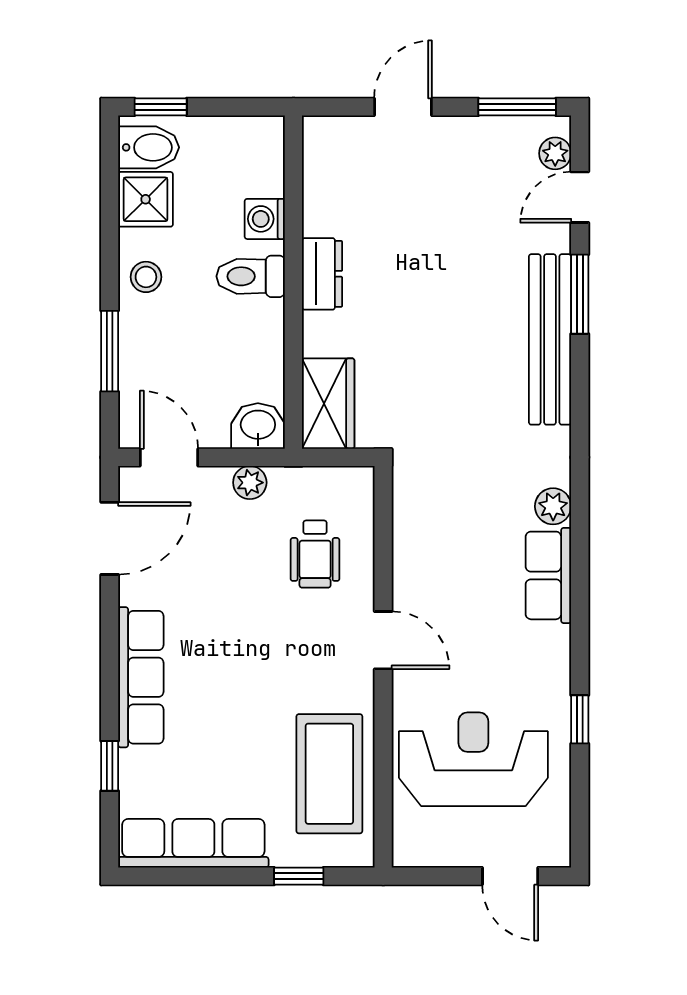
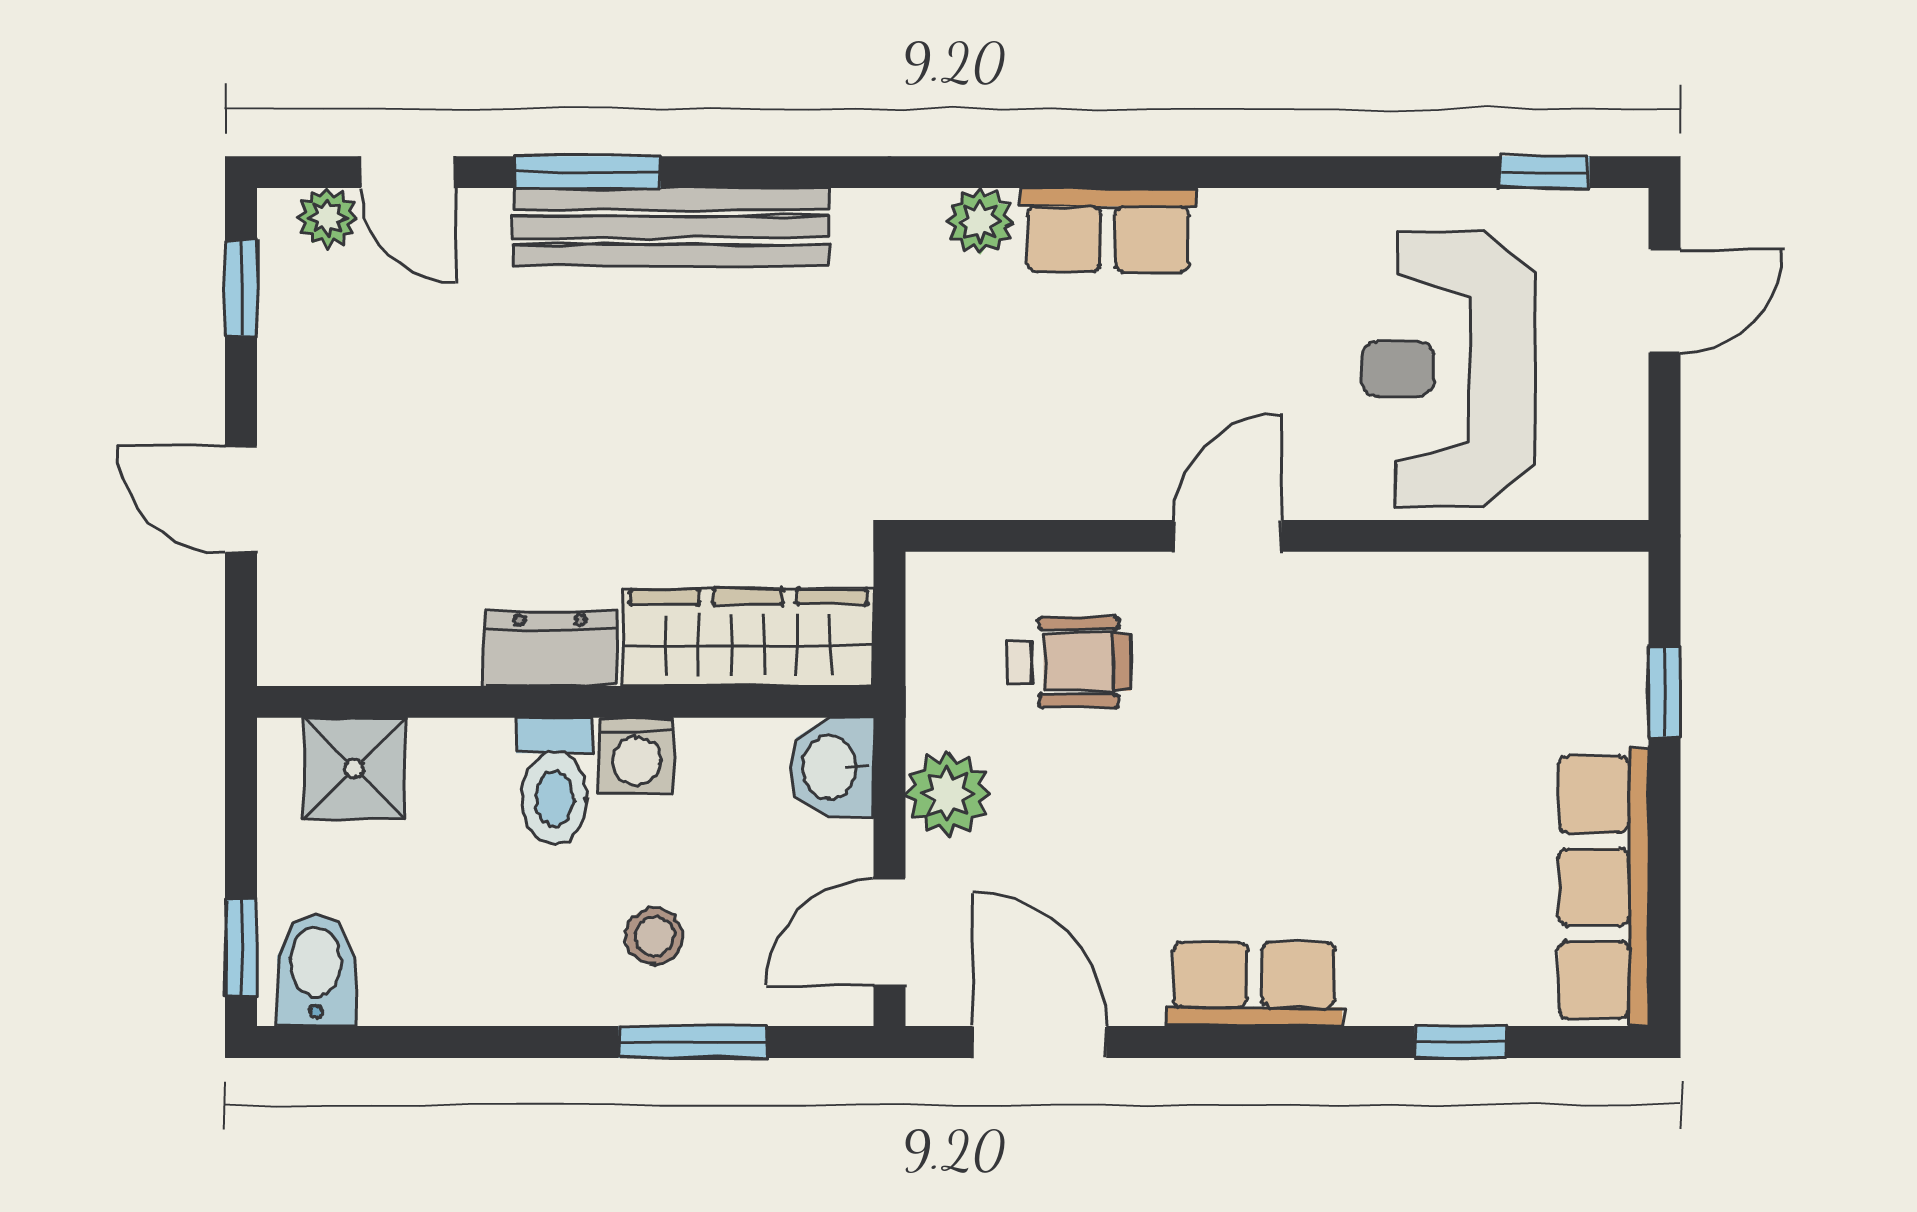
window: (517, 107) -> (241, 288), width x0.67
shower: (146, 199) -> (354, 768), moved
washing machine: (265, 219) -> (637, 755), moved
stool: (146, 277) -> (654, 936), moved
wardrobe: (328, 404) -> (748, 638), width x1.50
plant: (250, 483) -> (948, 794), width x1.38, depth x1.38
row of seats: (141, 677) -> (1254, 984), width x0.68
window: (580, 719) -> (1545, 172), moved
coffee table: (329, 774) -> (1475, 635), removed

